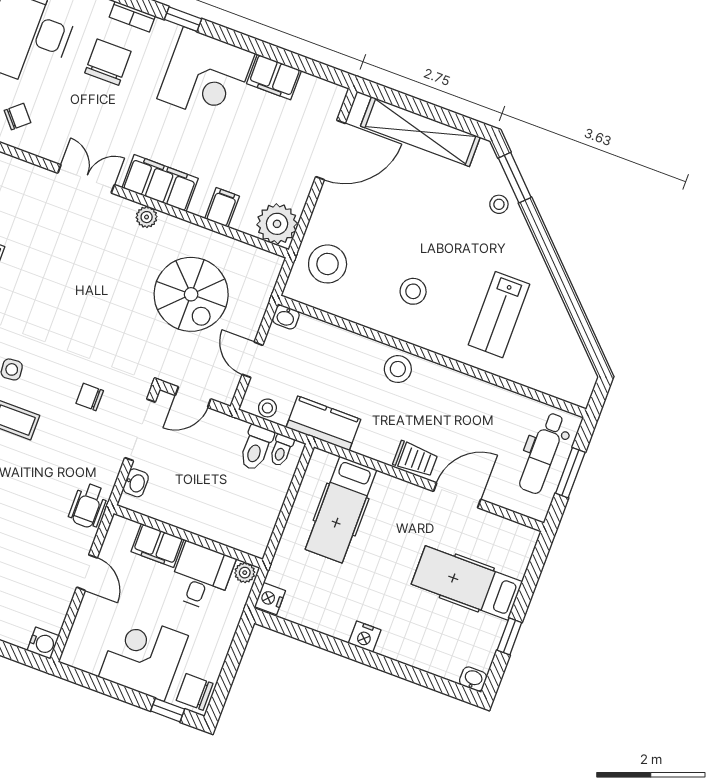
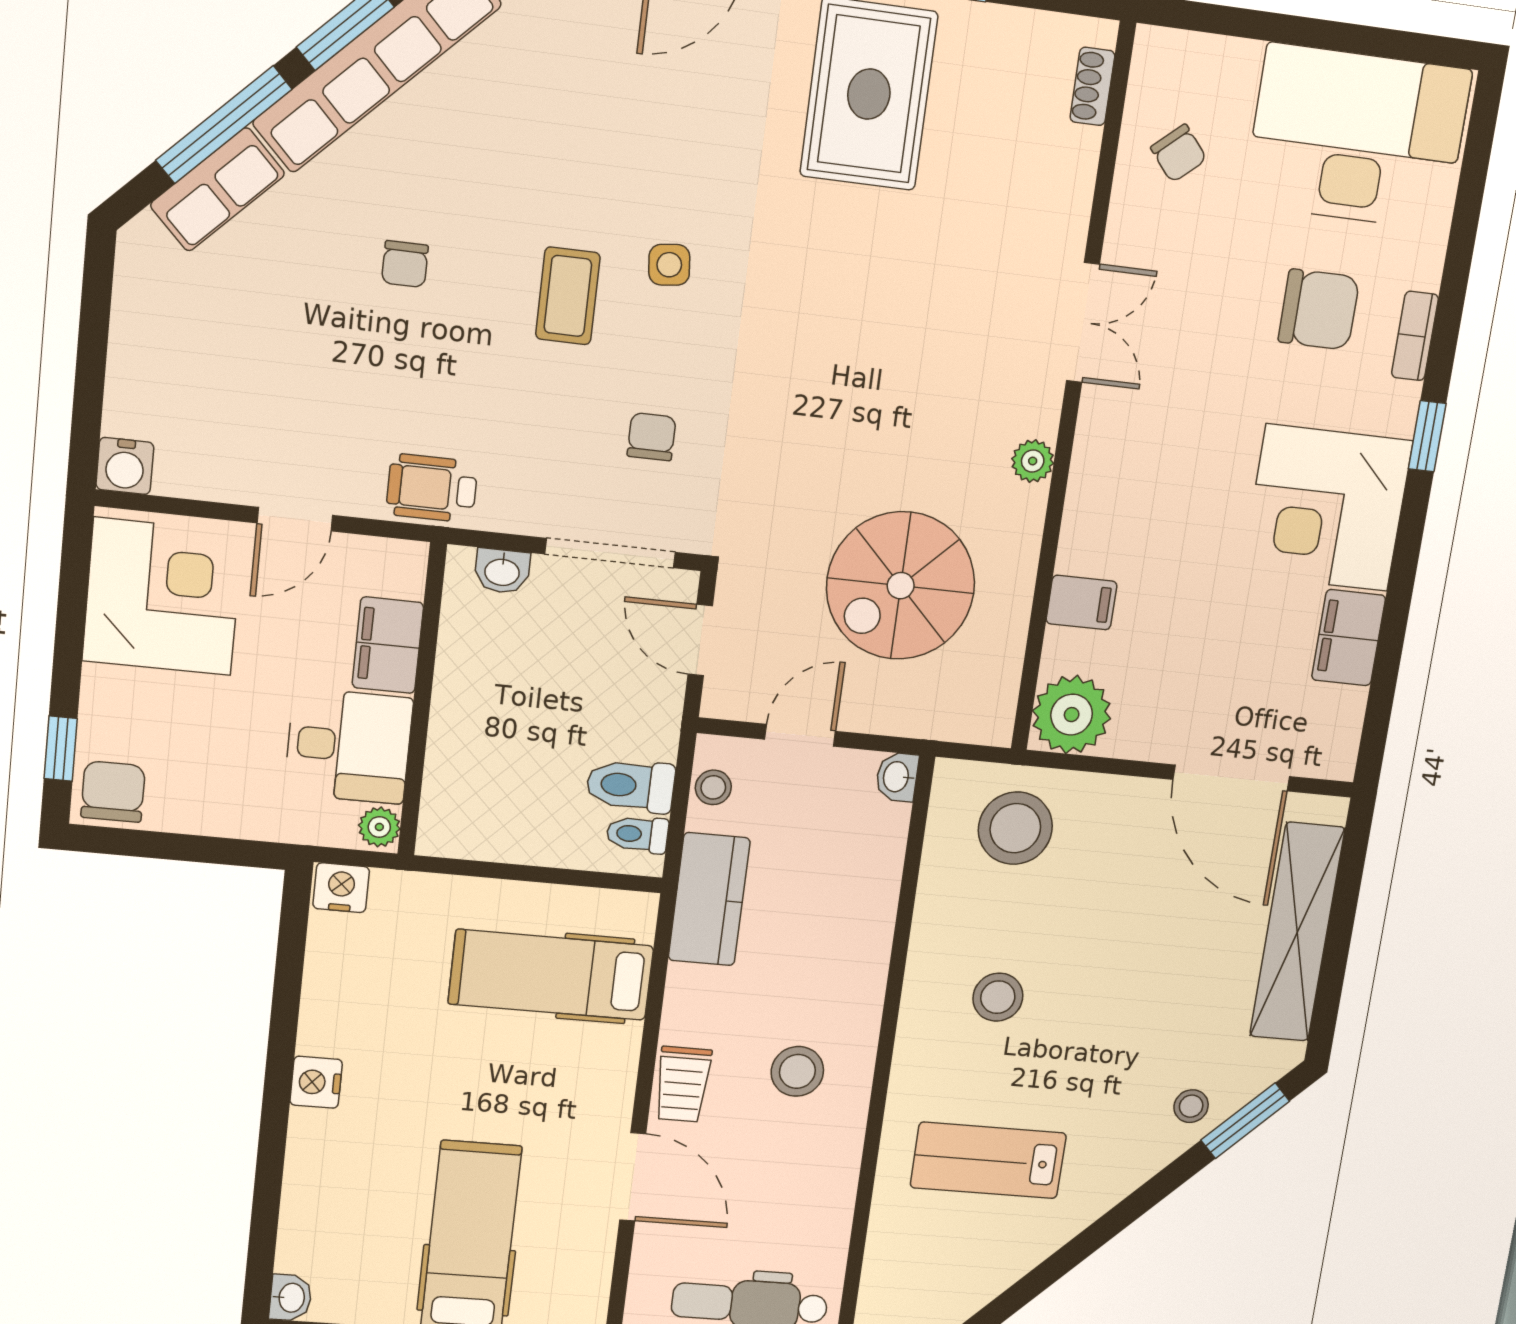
filing cabinet: (160, 183) -> (1104, 471), removed
stool: (398, 369) -> (797, 1071), moved
corner desk: (143, 656) -> (162, 597), moved

